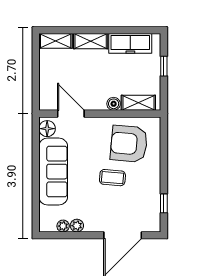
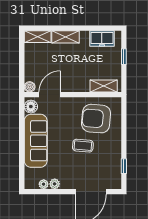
freezer: (130, 43) -> (102, 39), width x0.71
boiler: (114, 104) -> (30, 87), moved
door: (71, 114) -> (50, 95), hinge flipped

